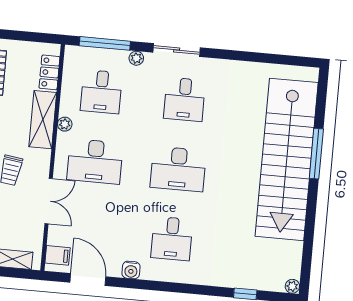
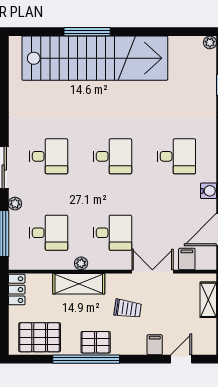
locker: (49, 72) -> (17, 290), moved, turned -90
desk: (95, 161) -> (112, 233), width x0.73
desk: (178, 169) -> (112, 156), width x0.73
filing cabinet: (58, 255) -> (187, 259), moved

